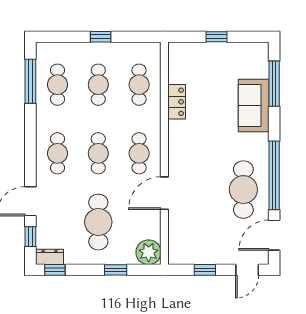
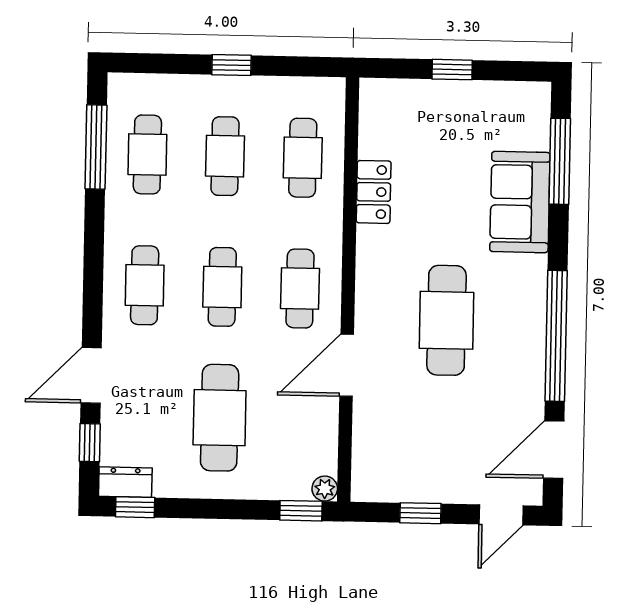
cafe table: (243, 190) -> (447, 320), moved
plant: (149, 252) -> (325, 489), width x0.53, depth x0.53
window: (116, 270) -> (301, 511), moved

